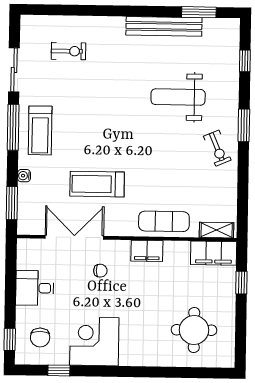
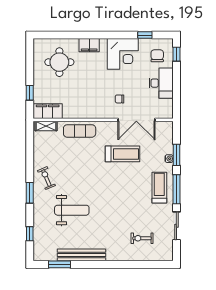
window: (12, 203) -> (176, 155), moved
filing cabinet: (147, 251) -> (89, 45), moved, turned 180
desk: (35, 288) -> (161, 83), width x1.37

